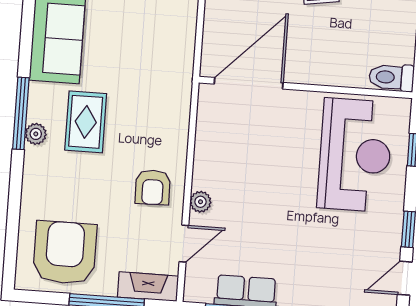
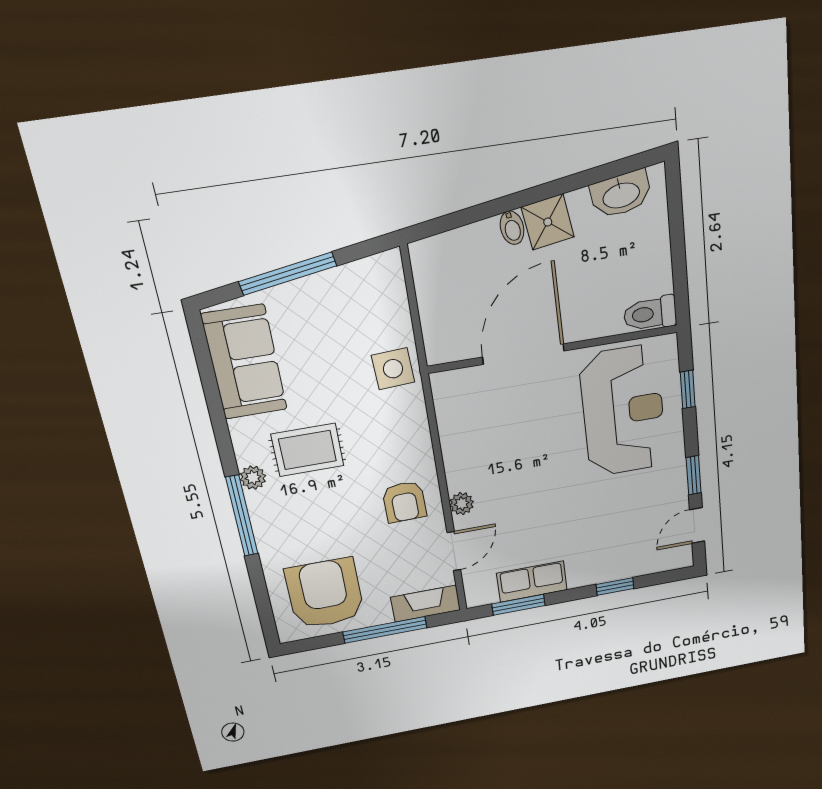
side table: (171, 72) -> (393, 369), added
door: (249, 83) -> (523, 354), moved
window: (21, 113) -> (242, 516), moved
rug: (86, 122) -> (307, 450), turned 90

